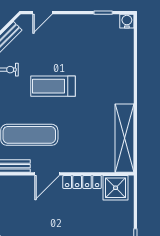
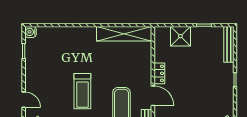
locker: (82, 182) -> (159, 73), width x0.66
shower: (116, 188) -> (180, 36), moved

